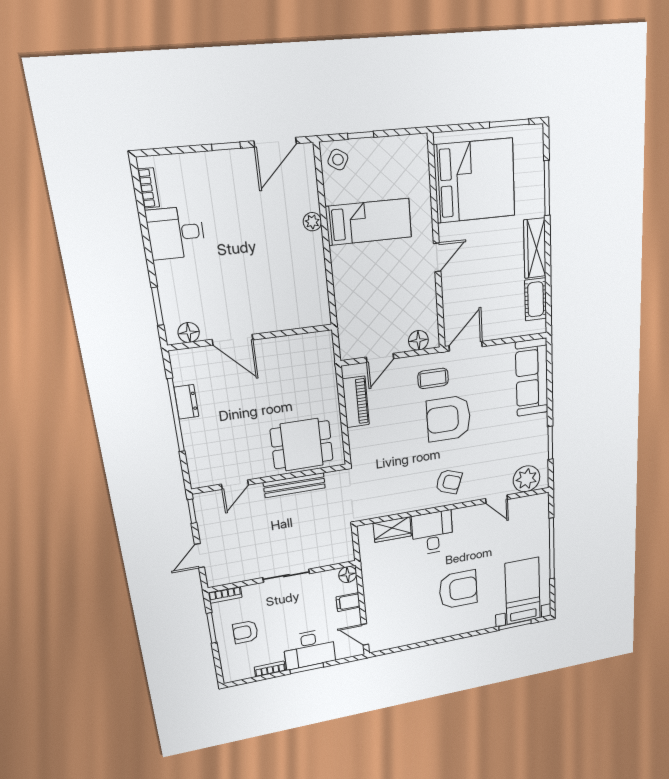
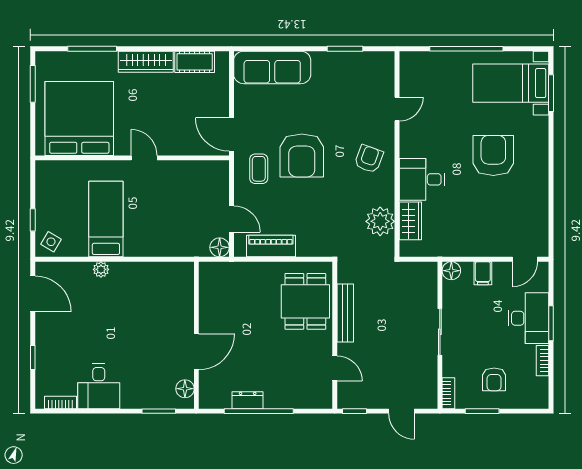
window: (226, 146) -> (33, 357), moved
floor lamp: (418, 340) -> (220, 247), moved
plant: (526, 479) -> (380, 221), moved

